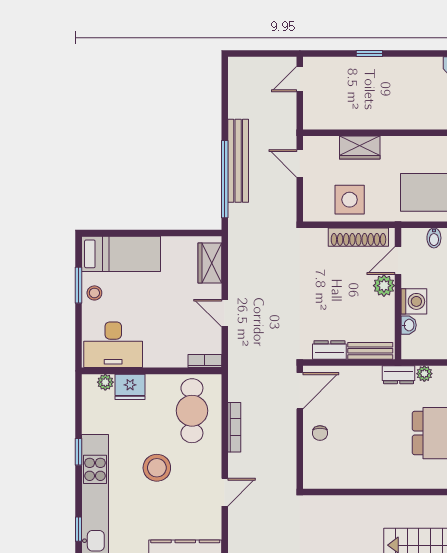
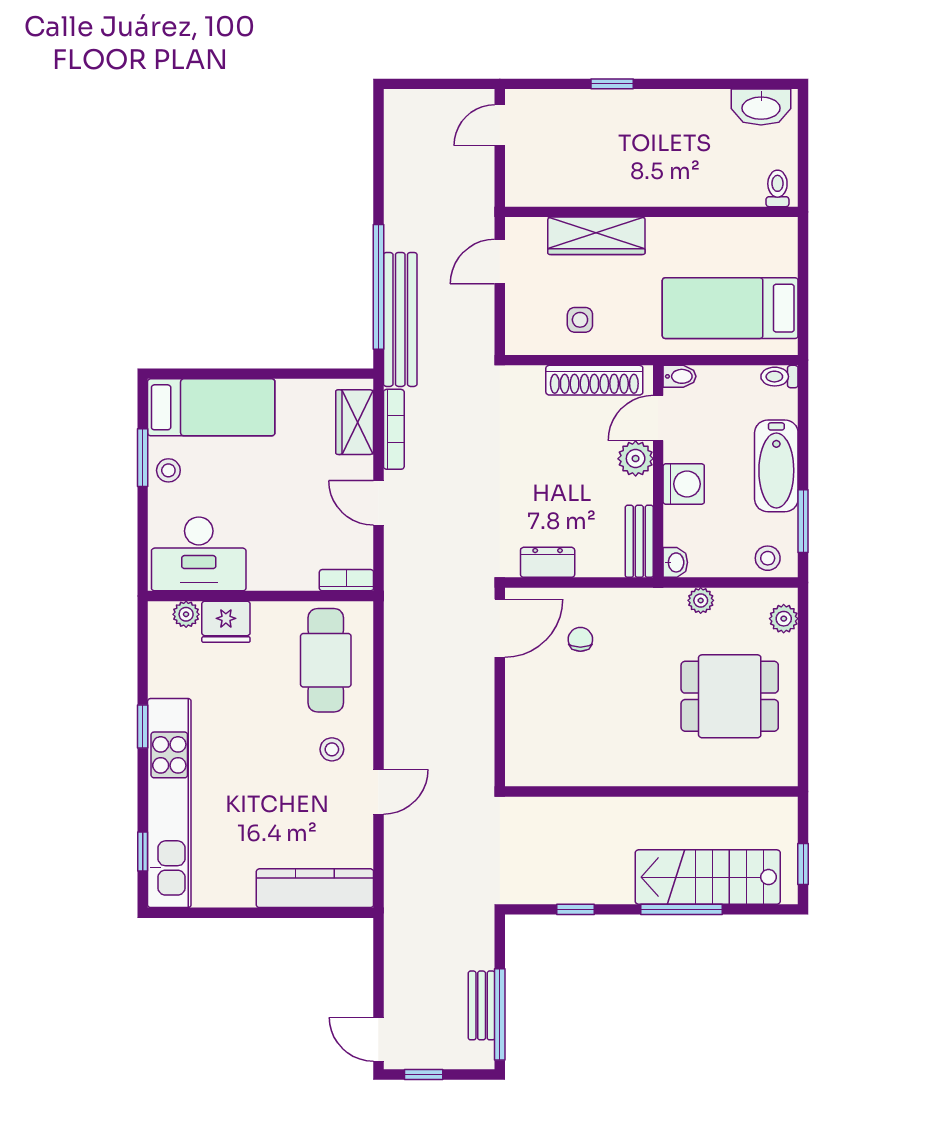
wardrobe: (360, 148) -> (596, 236), width x1.50
bench: (238, 161) -> (400, 319), moved
door: (300, 164) -> (500, 262), hinge flipped
side table: (350, 200) -> (580, 320), width x0.54, depth x0.54
bidet: (434, 238) -> (680, 376), moved, turned -90
washbasin: (409, 325) -> (675, 562), moved
bench: (370, 351) -> (639, 541), moved, turned 90
dresser: (399, 375) -> (659, 602), removed
bookcase: (234, 427) -> (394, 429), moved
chair: (320, 433) -> (580, 639), moved, turned 180
stool: (157, 468) -> (332, 749), moved, width x0.53, depth x0.53

